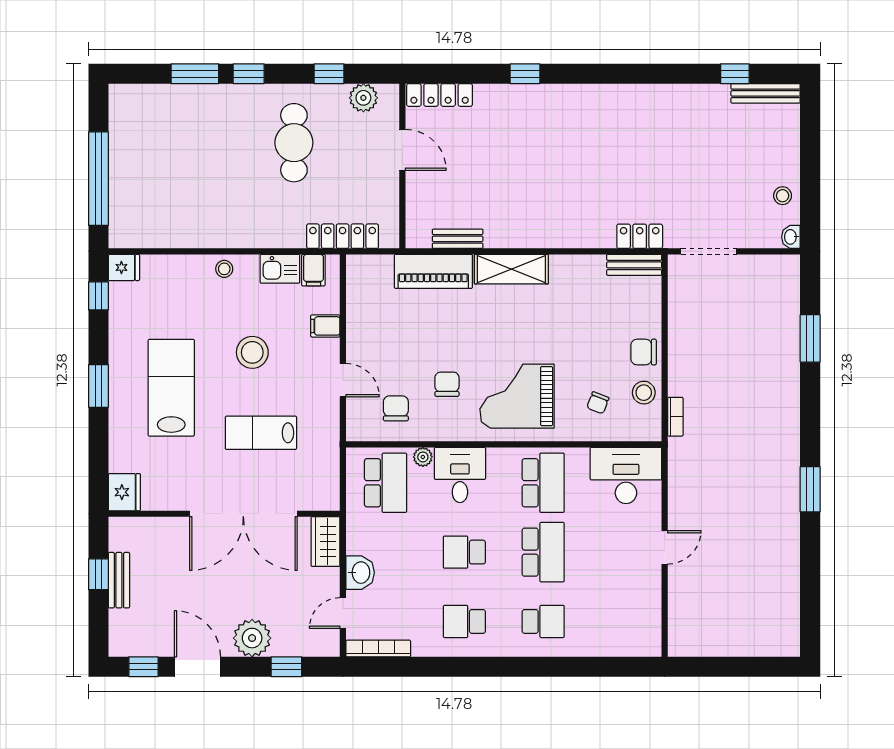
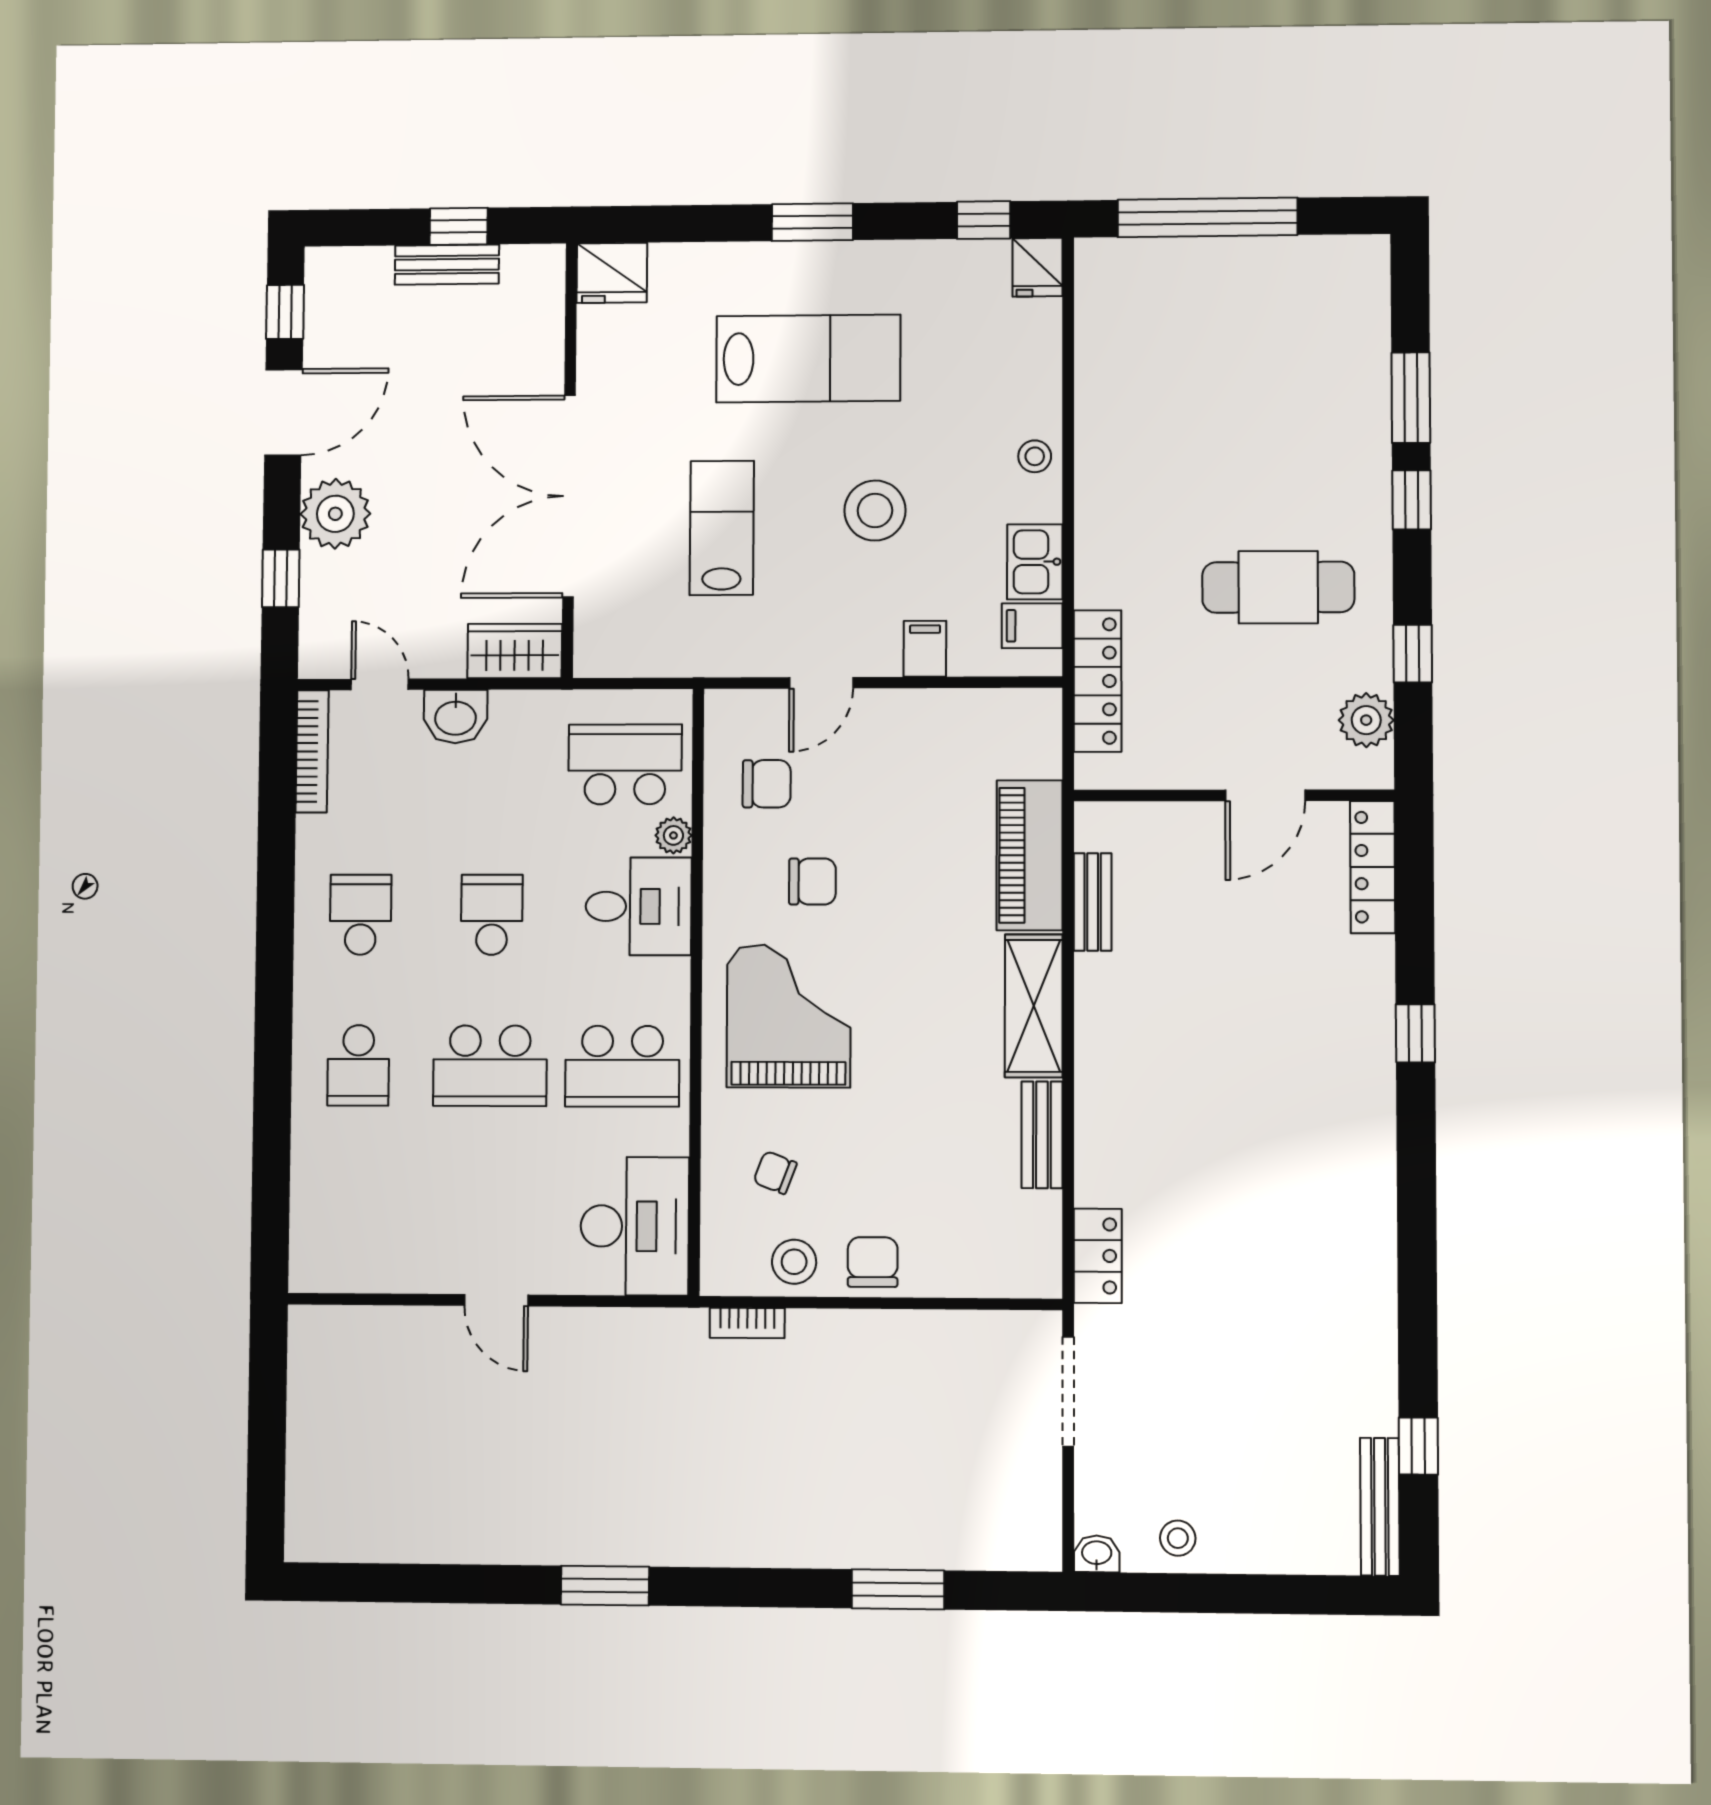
bench: (634, 265) -> (1042, 1135), moved
school desk: (386, 483) -> (625, 764), turned 180

